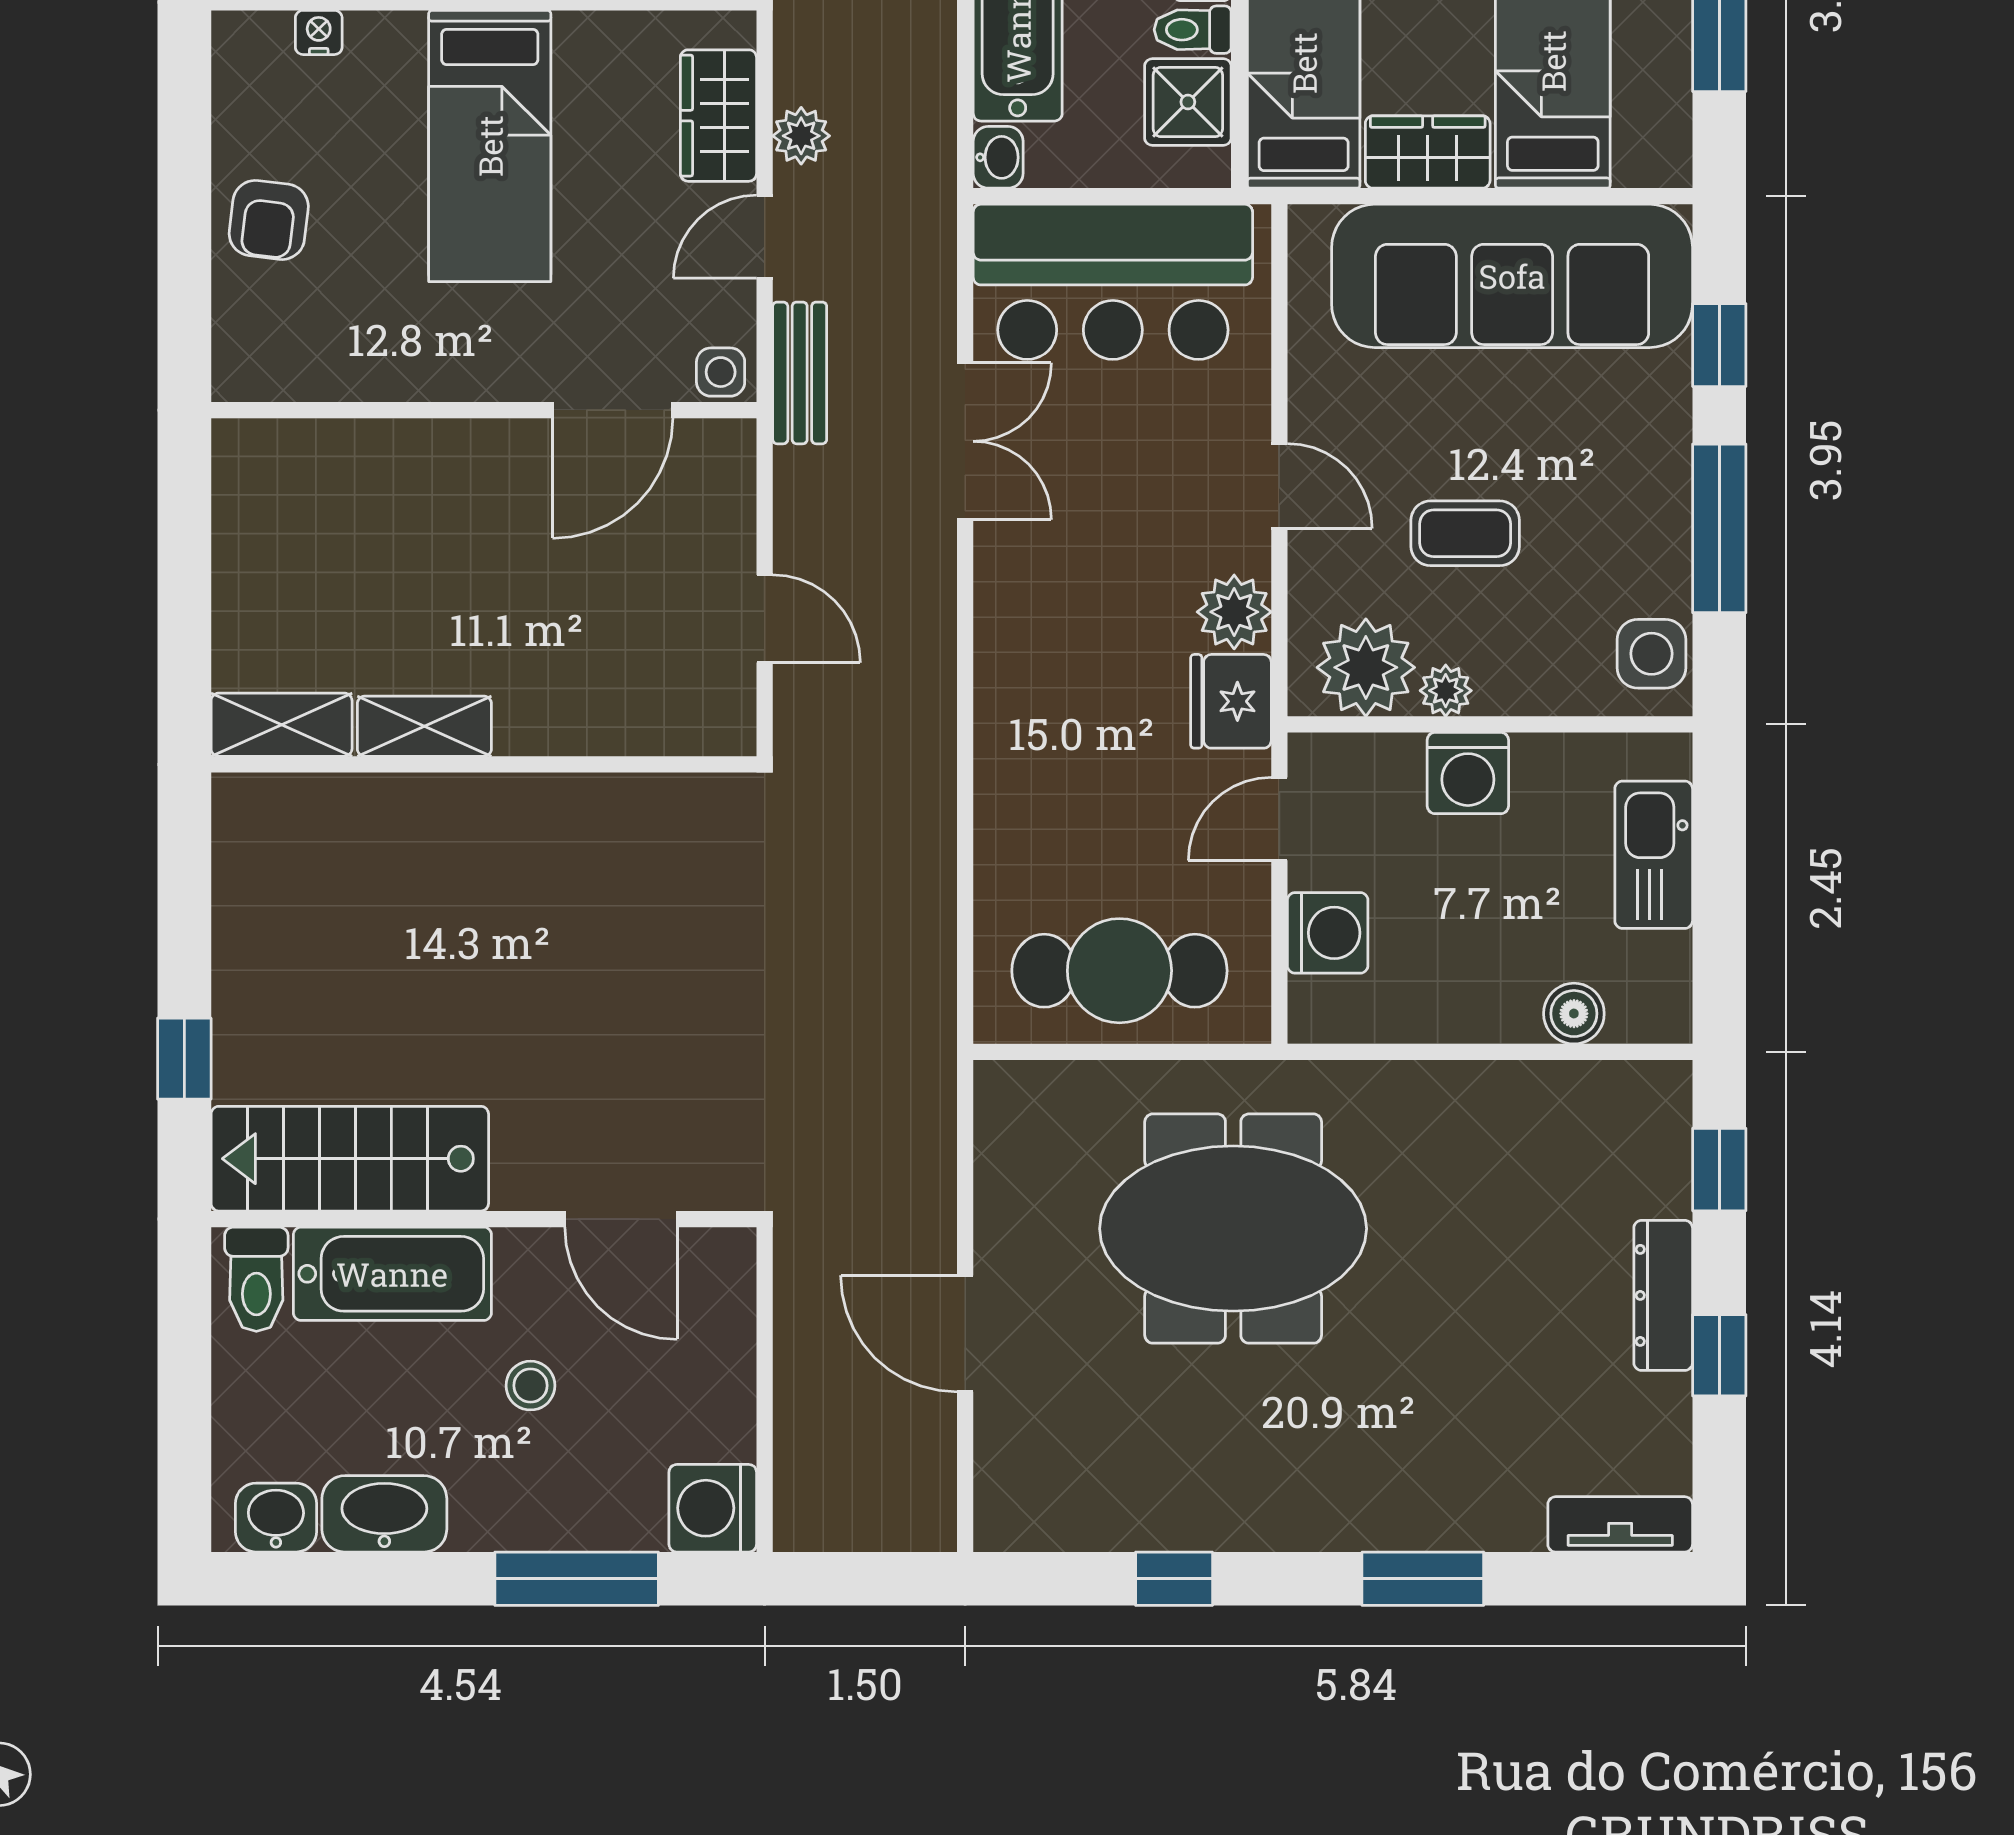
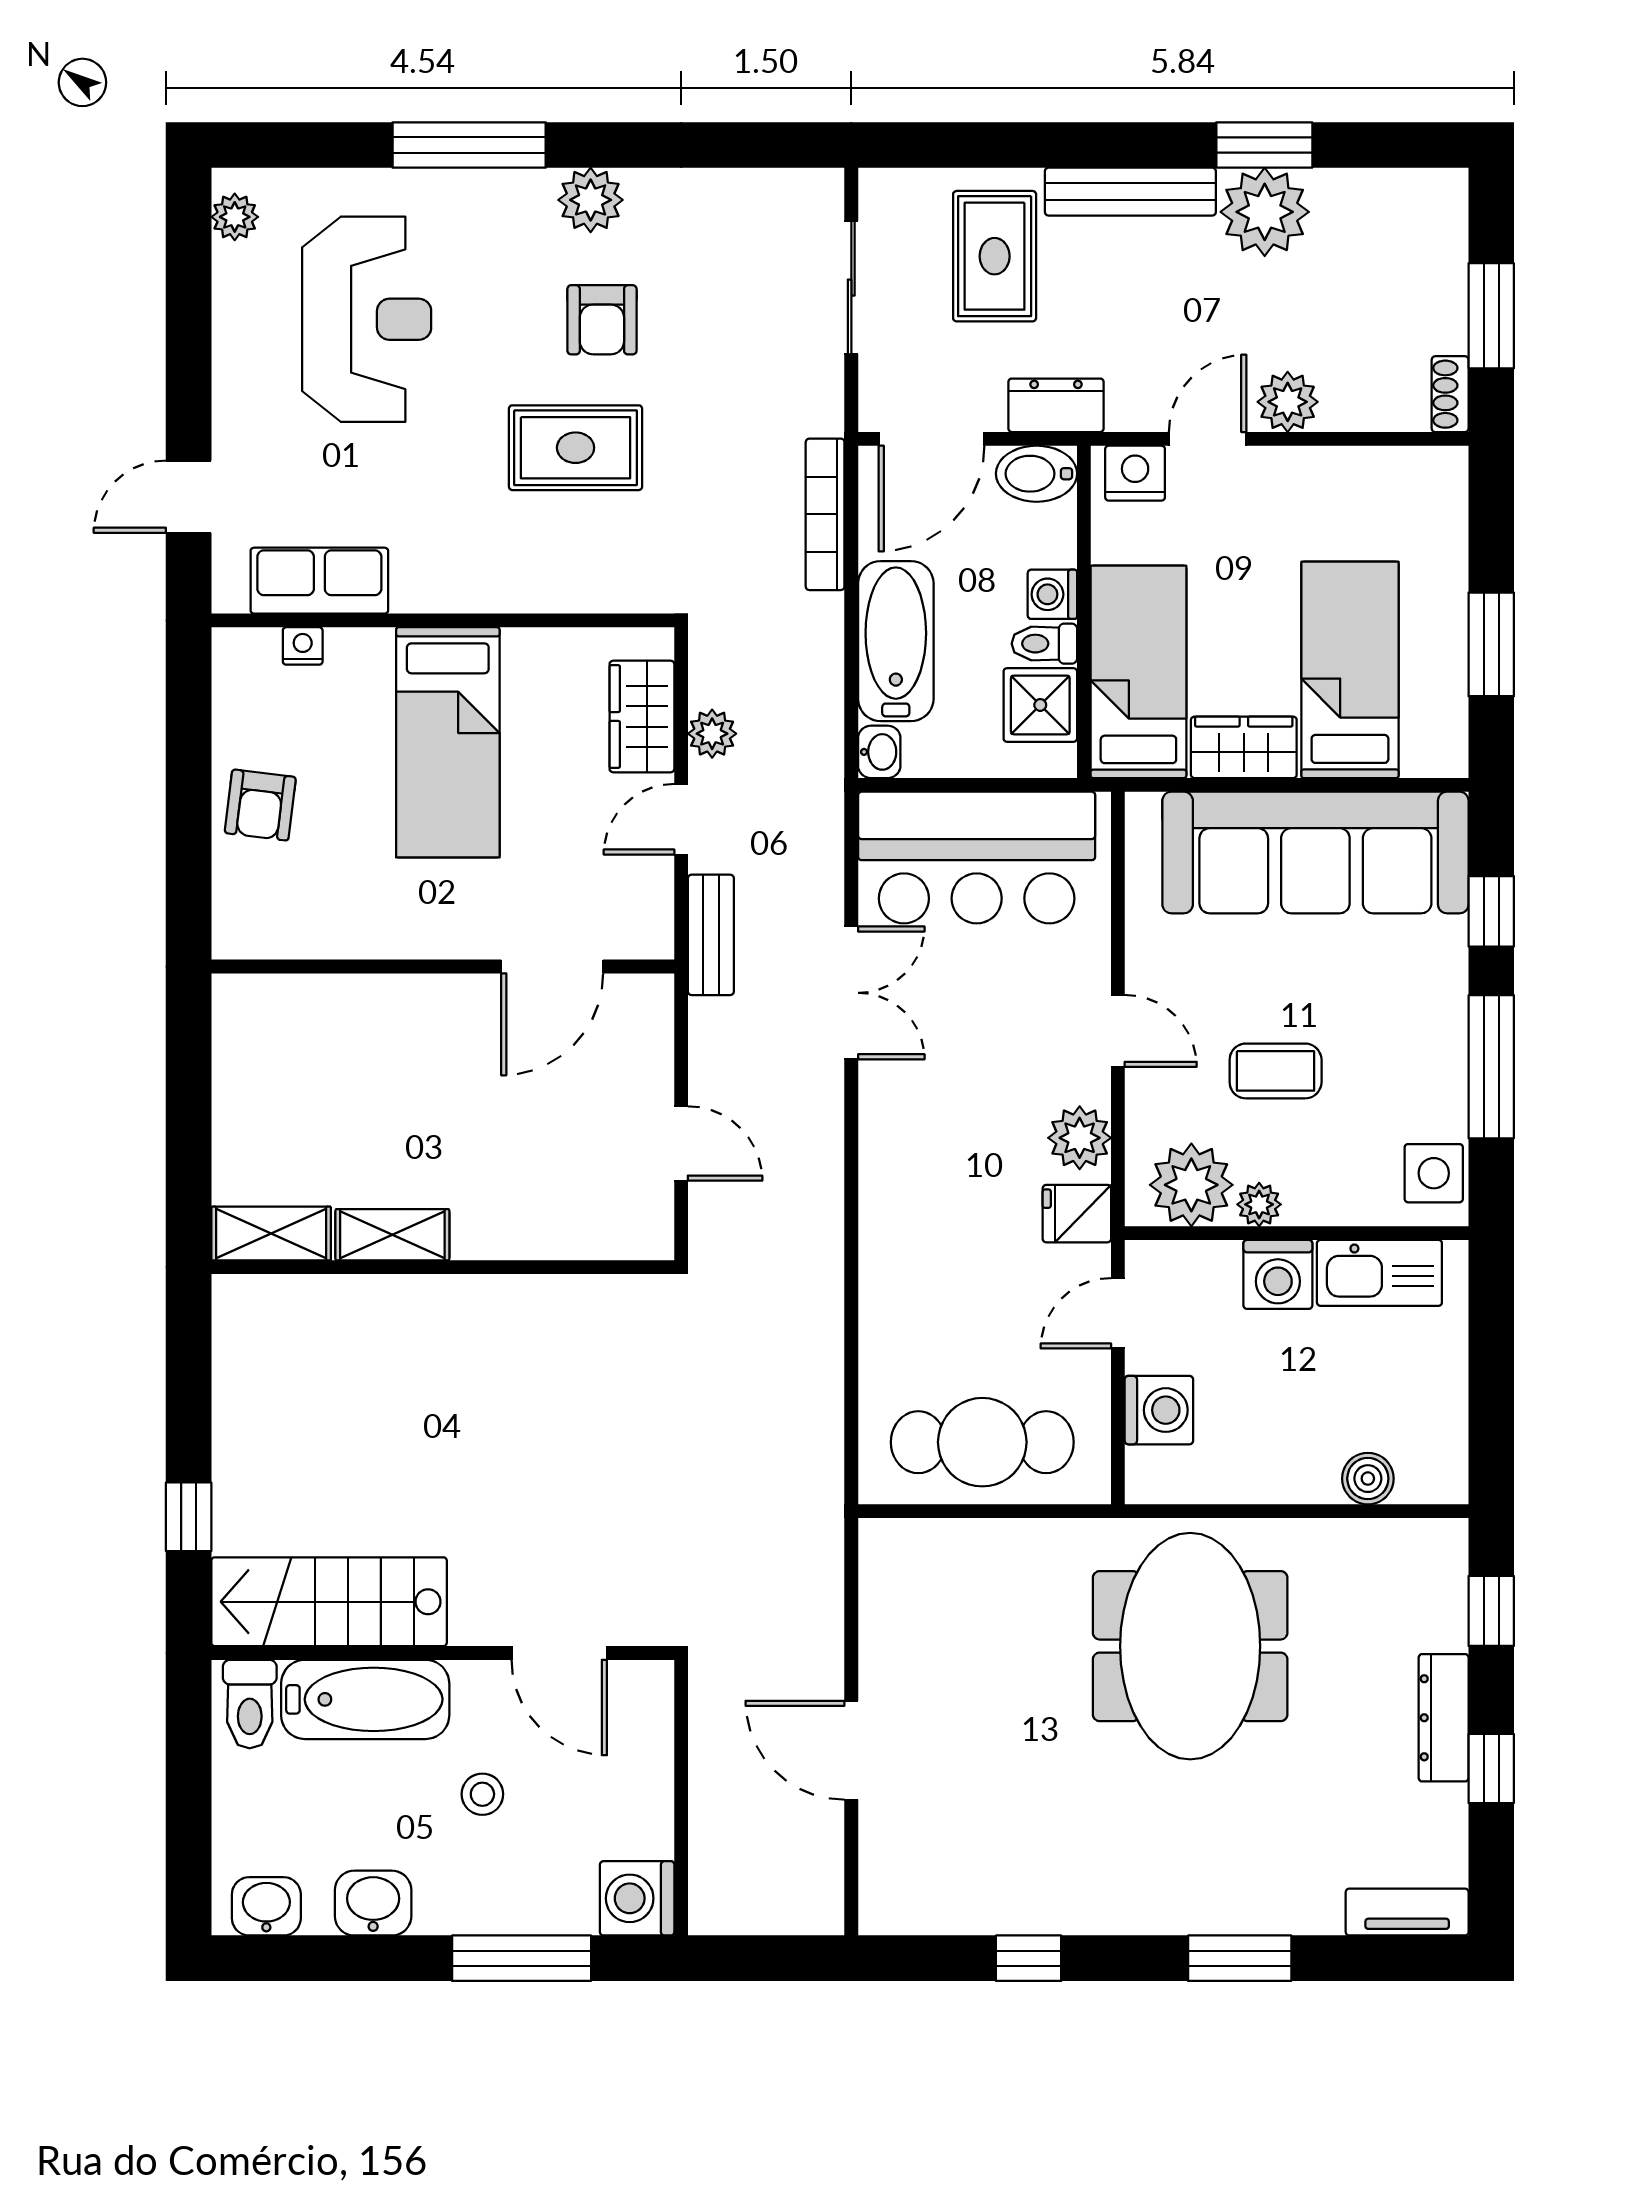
side table: (721, 372) -> (644, 934), removed
fridge: (1231, 701) -> (1077, 1214), width x0.72
kitchen sink: (1654, 855) -> (1379, 1273), moved, turned -90
meeting table: (1233, 1229) -> (1190, 1646), moved, turned 90
washbasin: (384, 1514) -> (373, 1903), width x0.72

